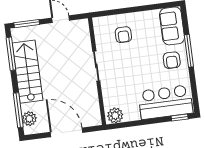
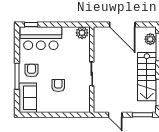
armchair: (123, 35) -> (58, 85), moved

